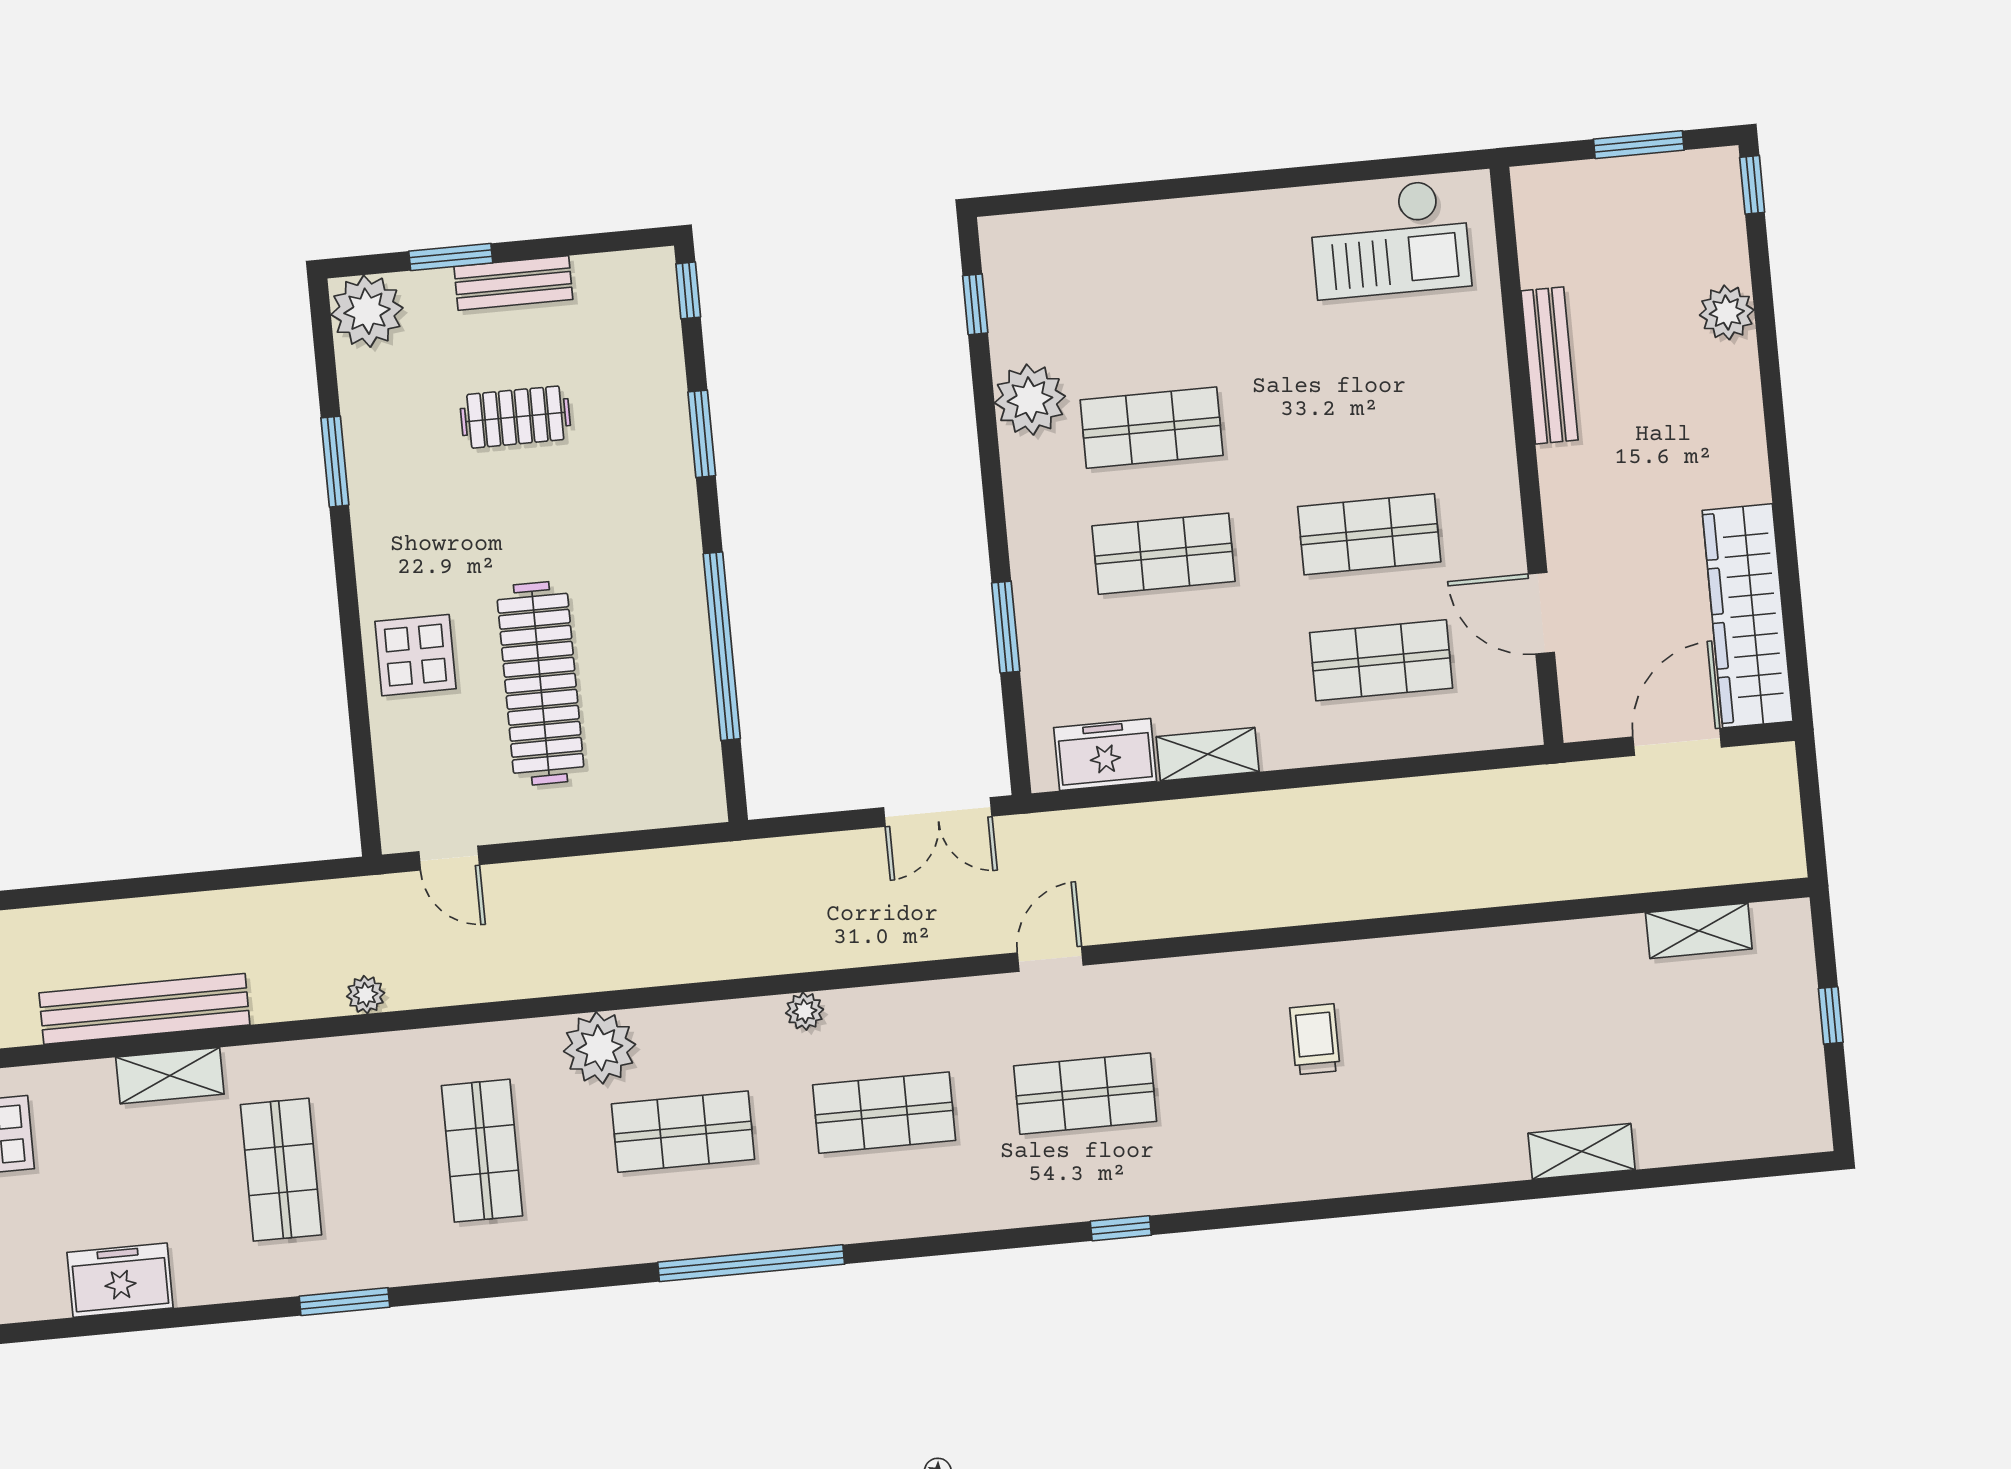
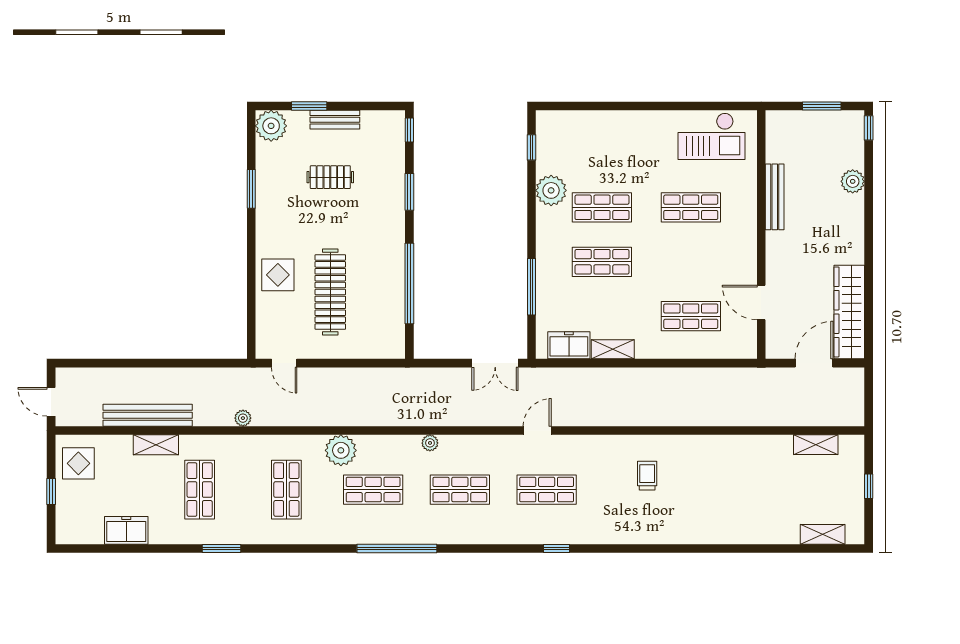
shop shelf: (1369, 534) -> (691, 207), moved
window: (1006, 627) -> (532, 287), width x1.44
shelving: (1582, 1151) -> (823, 534), moved

